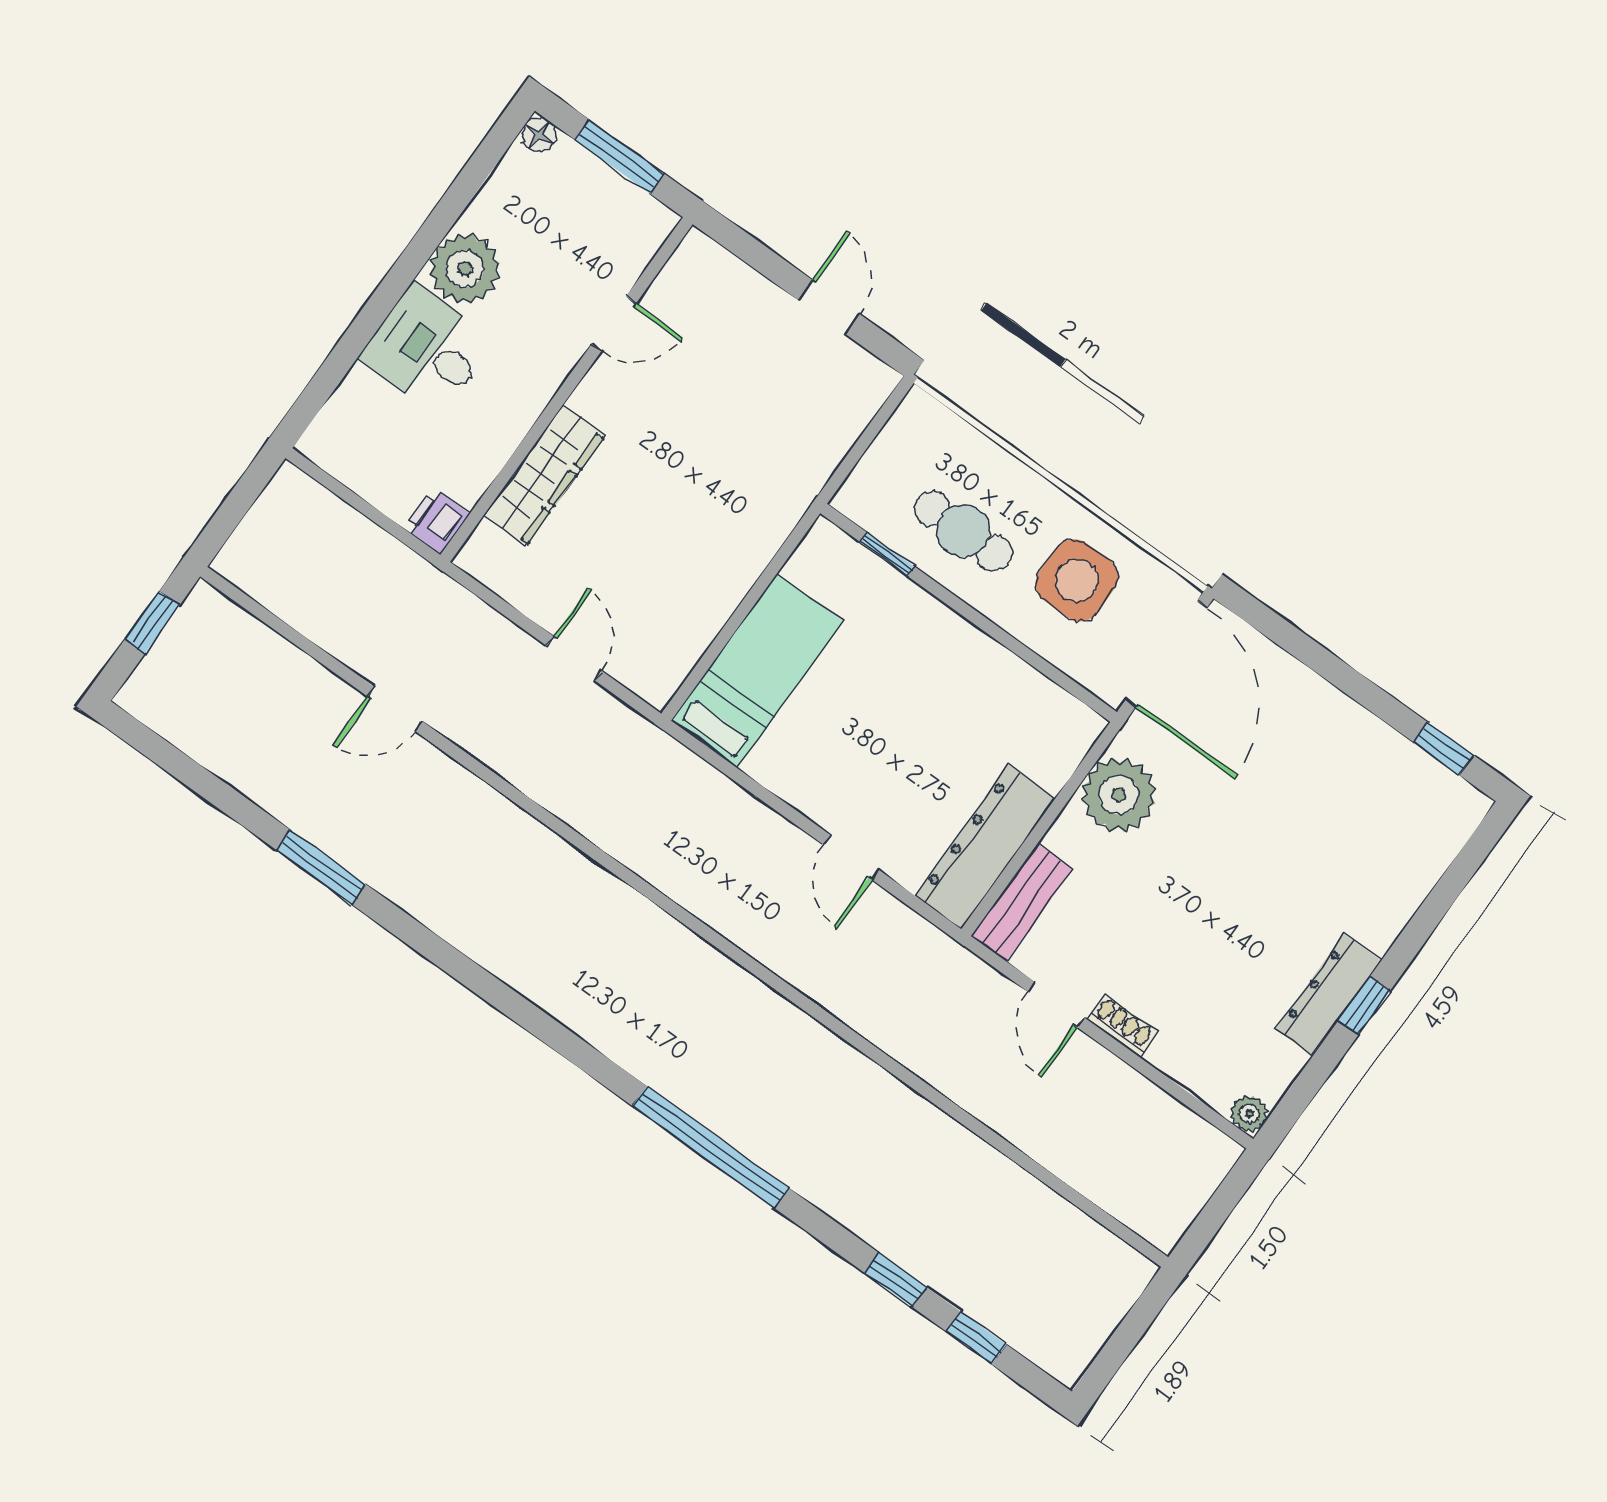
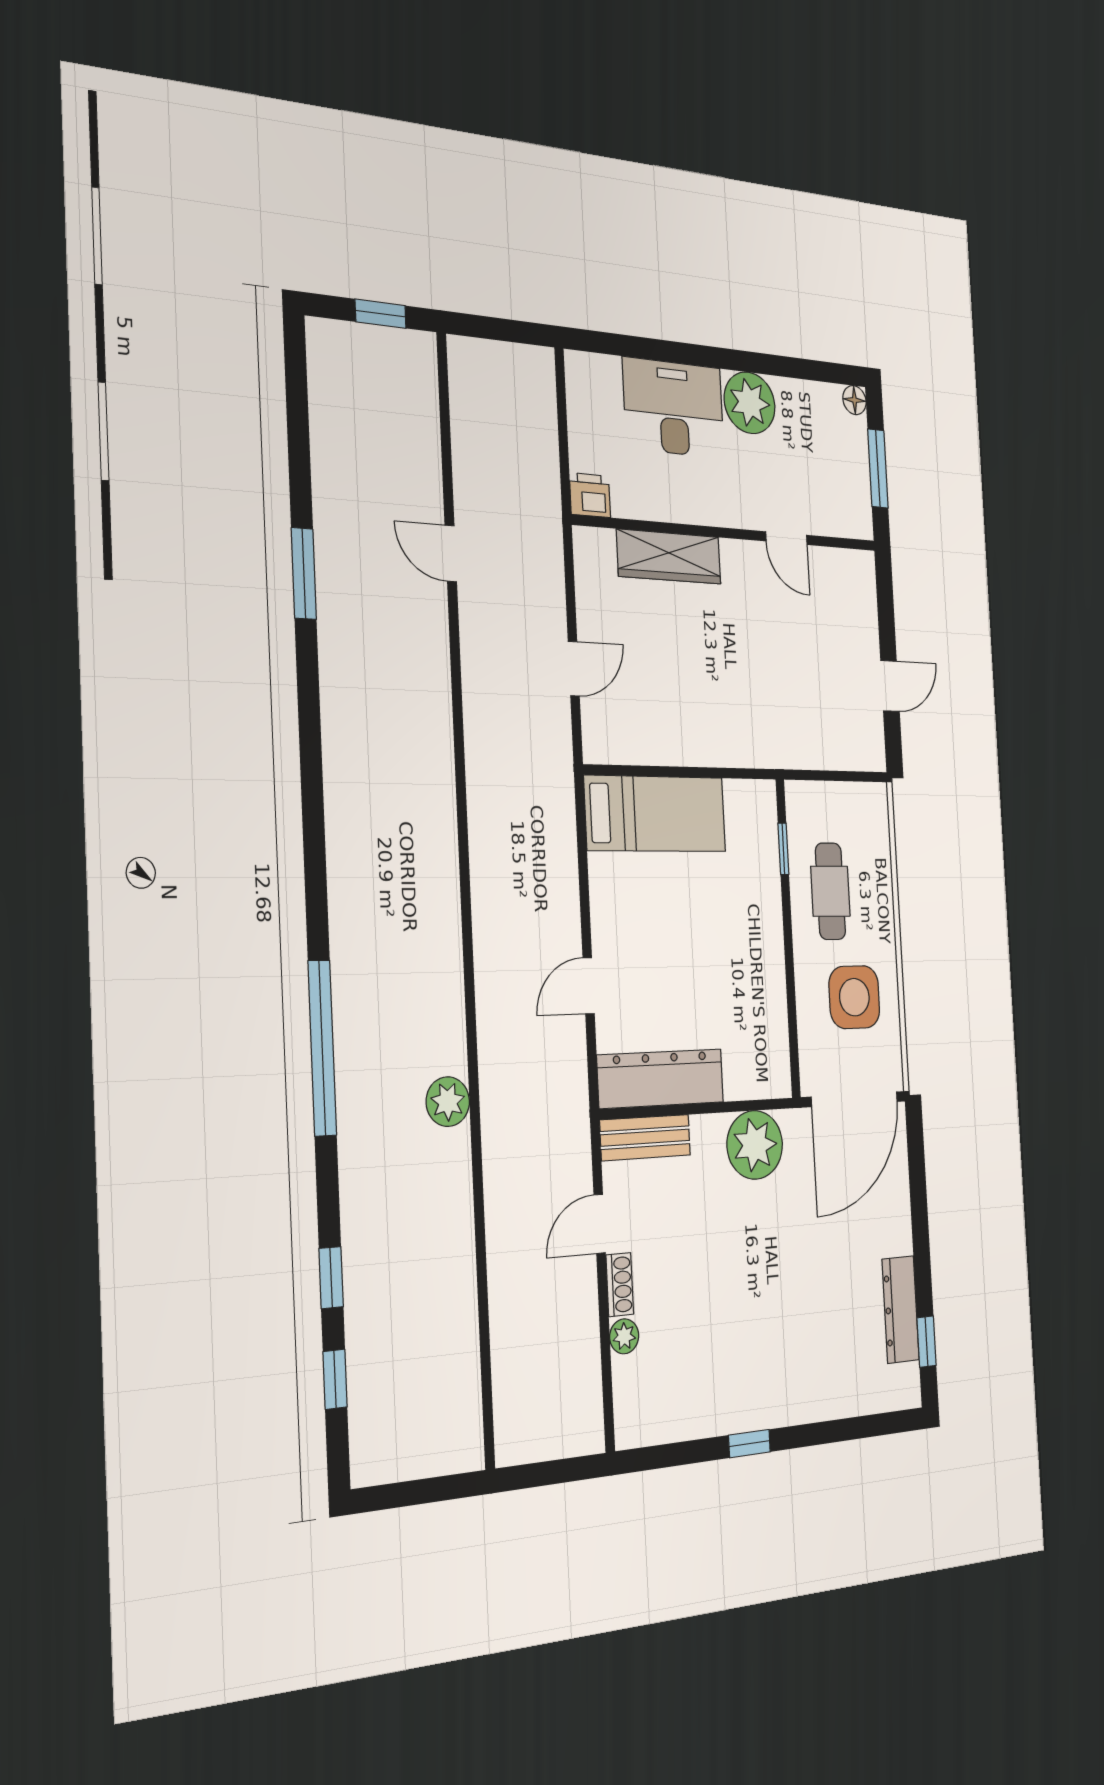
desk: (427, 349) -> (674, 408), width x1.37
dresser: (1329, 995) -> (901, 1310), moved, turned -90
plant: (841, 1068) -> (448, 1102), added
plant: (1249, 1114) -> (624, 1336), moved

